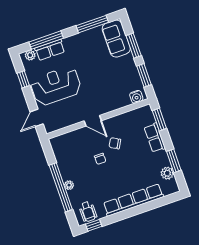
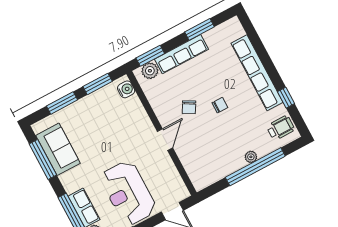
sofa: (116, 39) -> (58, 149), moved, turned -90
row of seats: (155, 138) -> (182, 54), width x1.48
chair: (100, 159) -> (220, 105), moved
plant: (167, 173) -> (150, 71), moved
window: (94, 225) -> (286, 98), moved

